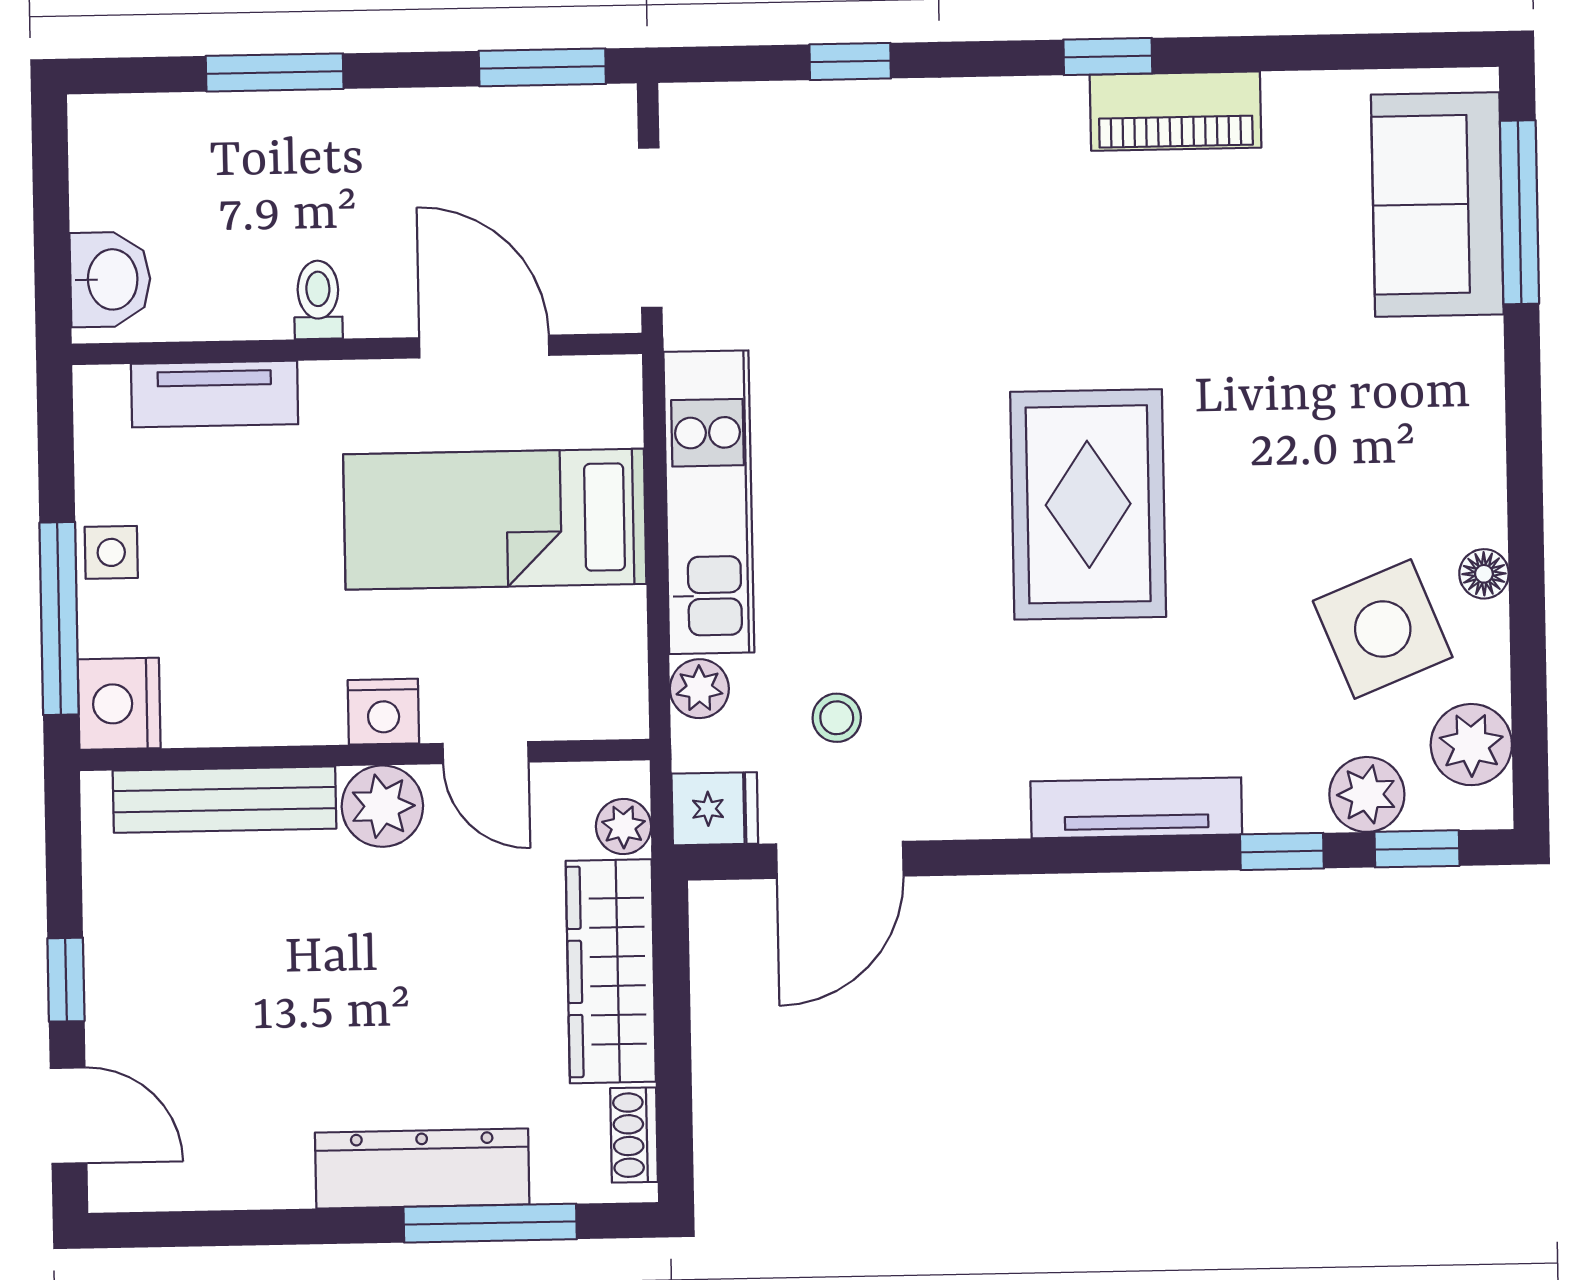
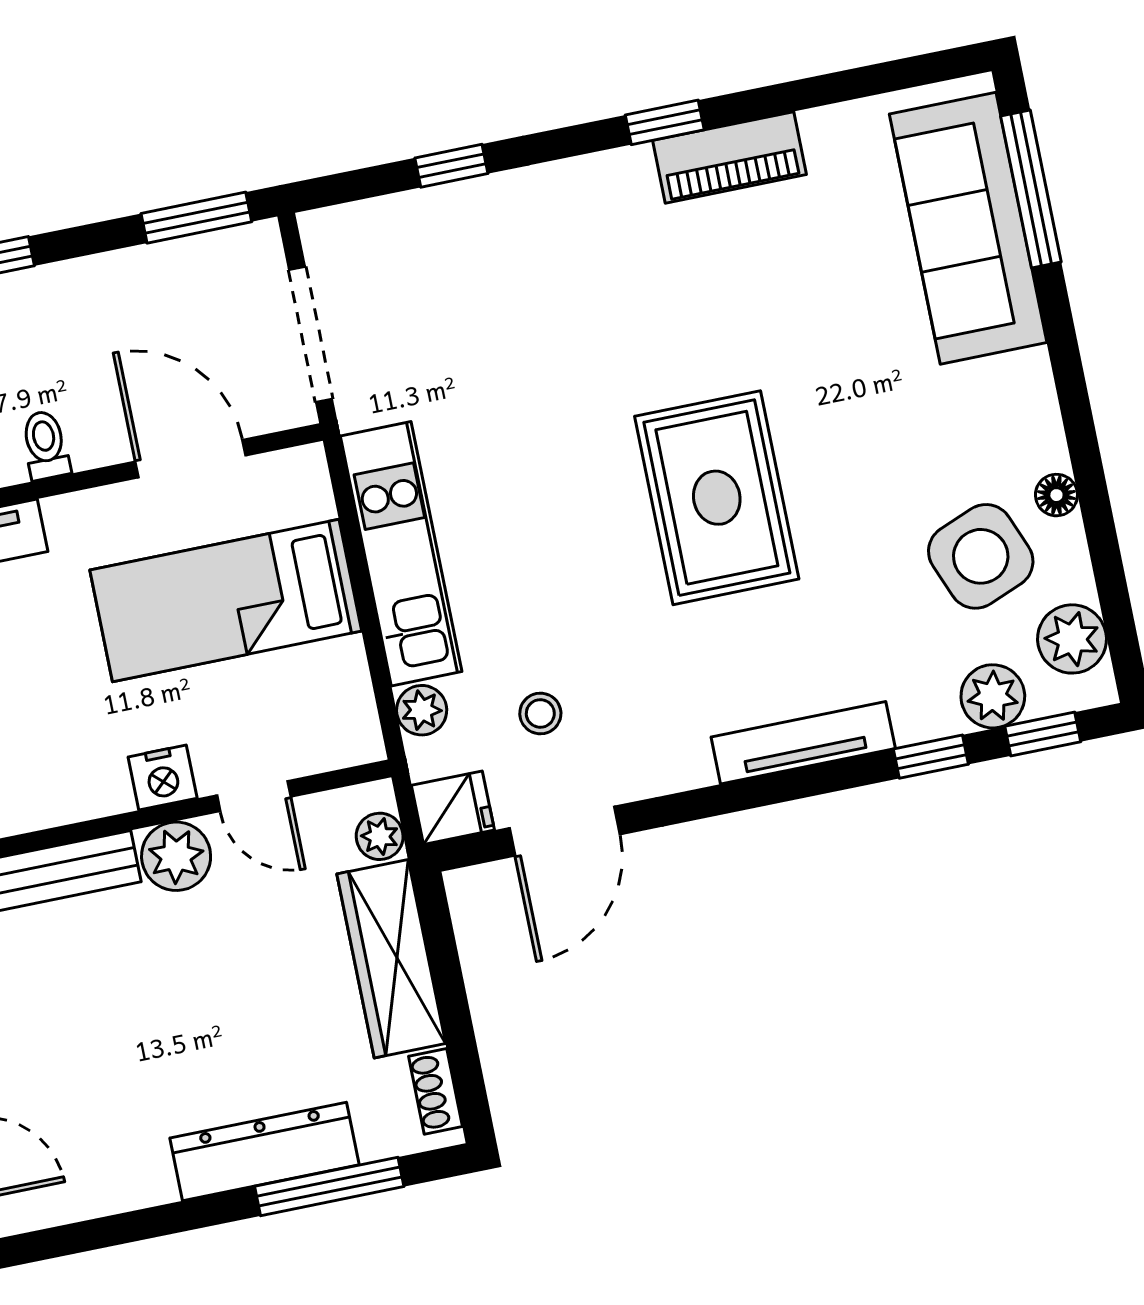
sofa: (1437, 204) -> (968, 228), width x1.36

